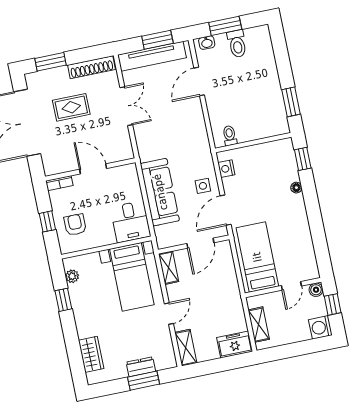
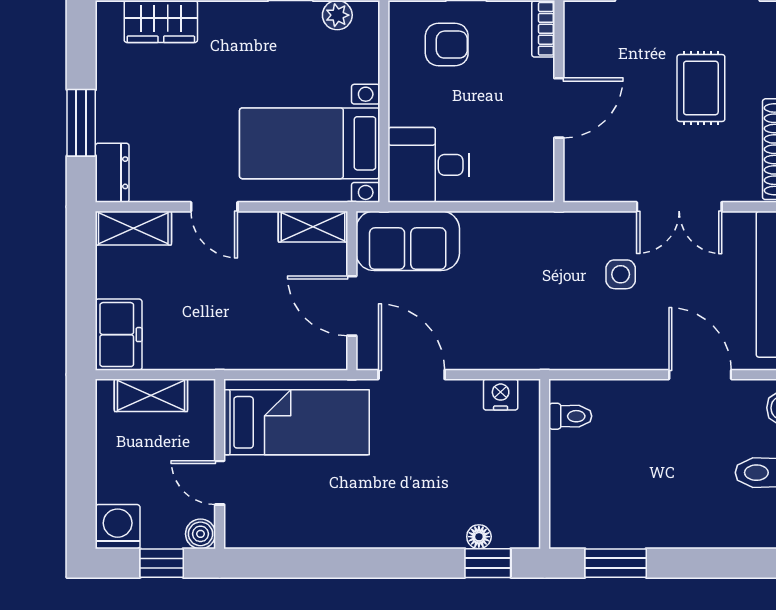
side table: (203, 186) -> (621, 274), moved
floor lamp: (296, 188) -> (479, 537), moved
sofa: (160, 192) -> (408, 241), moved, width x0.73
dresser: (141, 367) -> (112, 173), moved

